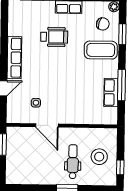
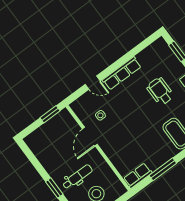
wheelchair: (54, 37) -> (160, 91), turned 180
row of seats: (111, 93) -> (138, 176), moved

